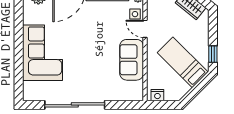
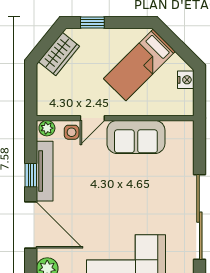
window: (213, 54) -> (92, 22), moved
nightstand: (157, 95) -> (186, 80), moved

